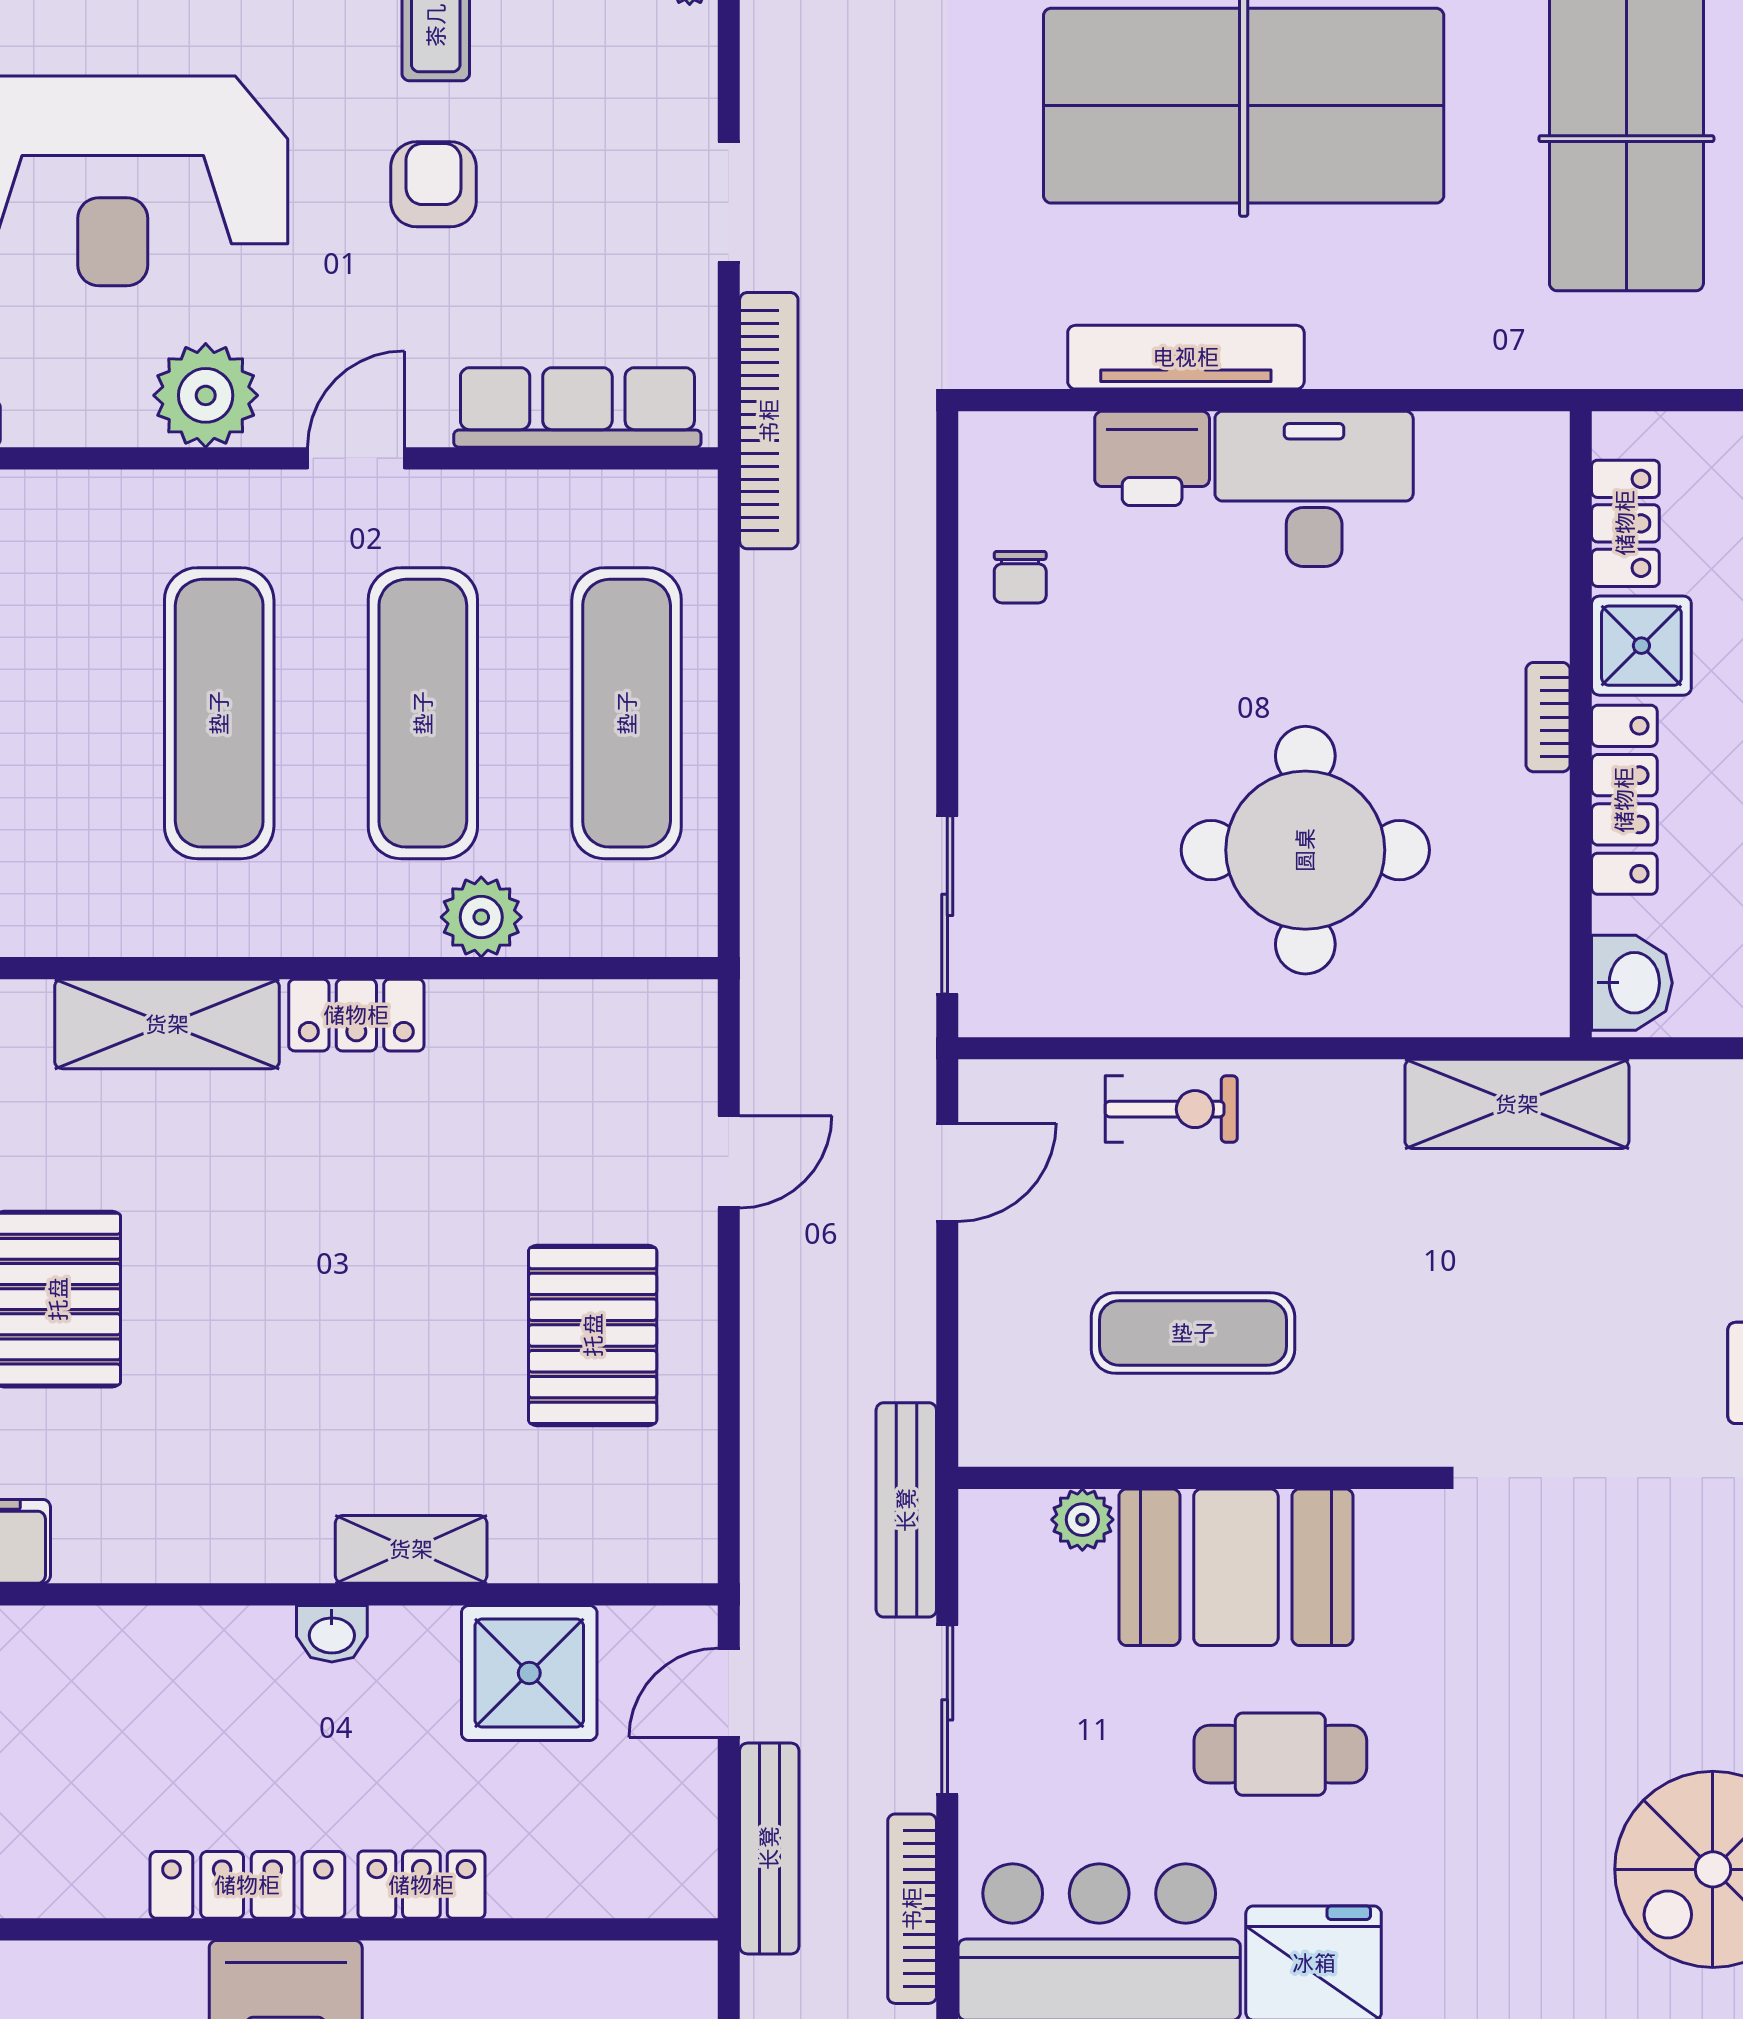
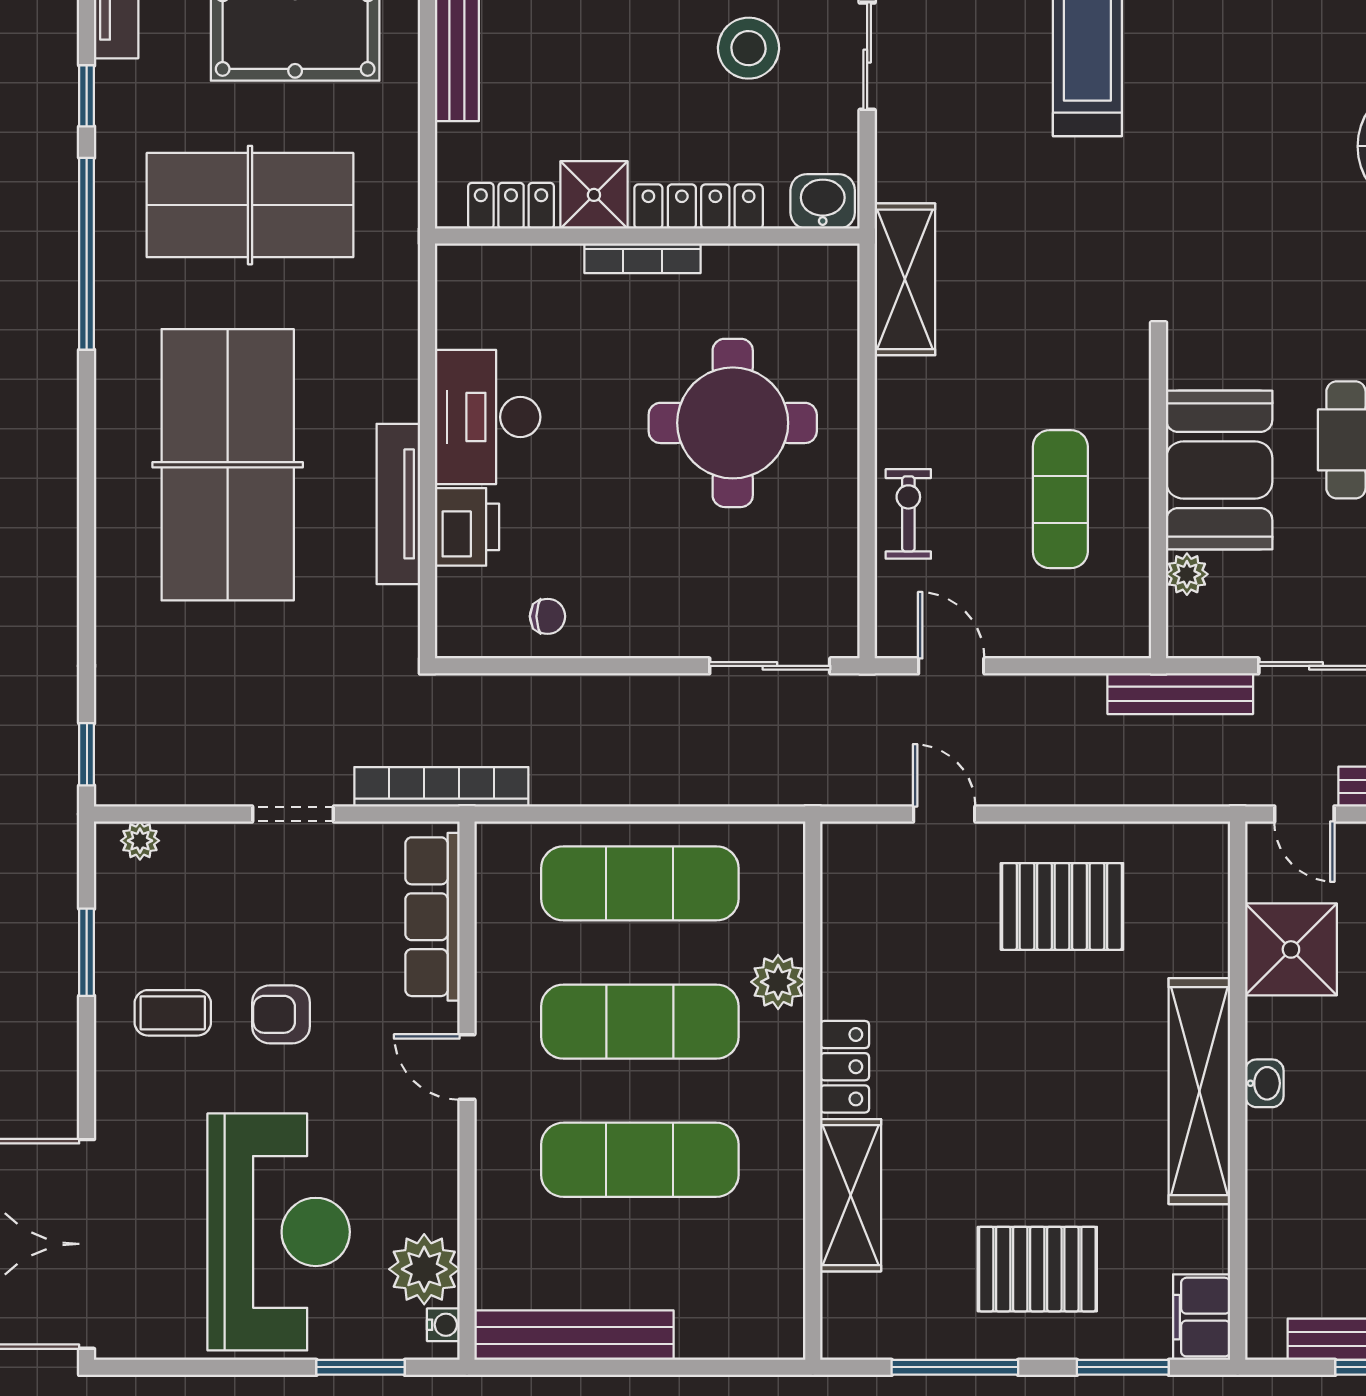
plant: (206, 395) -> (424, 1269), moved
bookcase: (1548, 717) -> (642, 258), width x1.56
shelving: (411, 1549) -> (1199, 1091), width x2.20, depth x1.33

